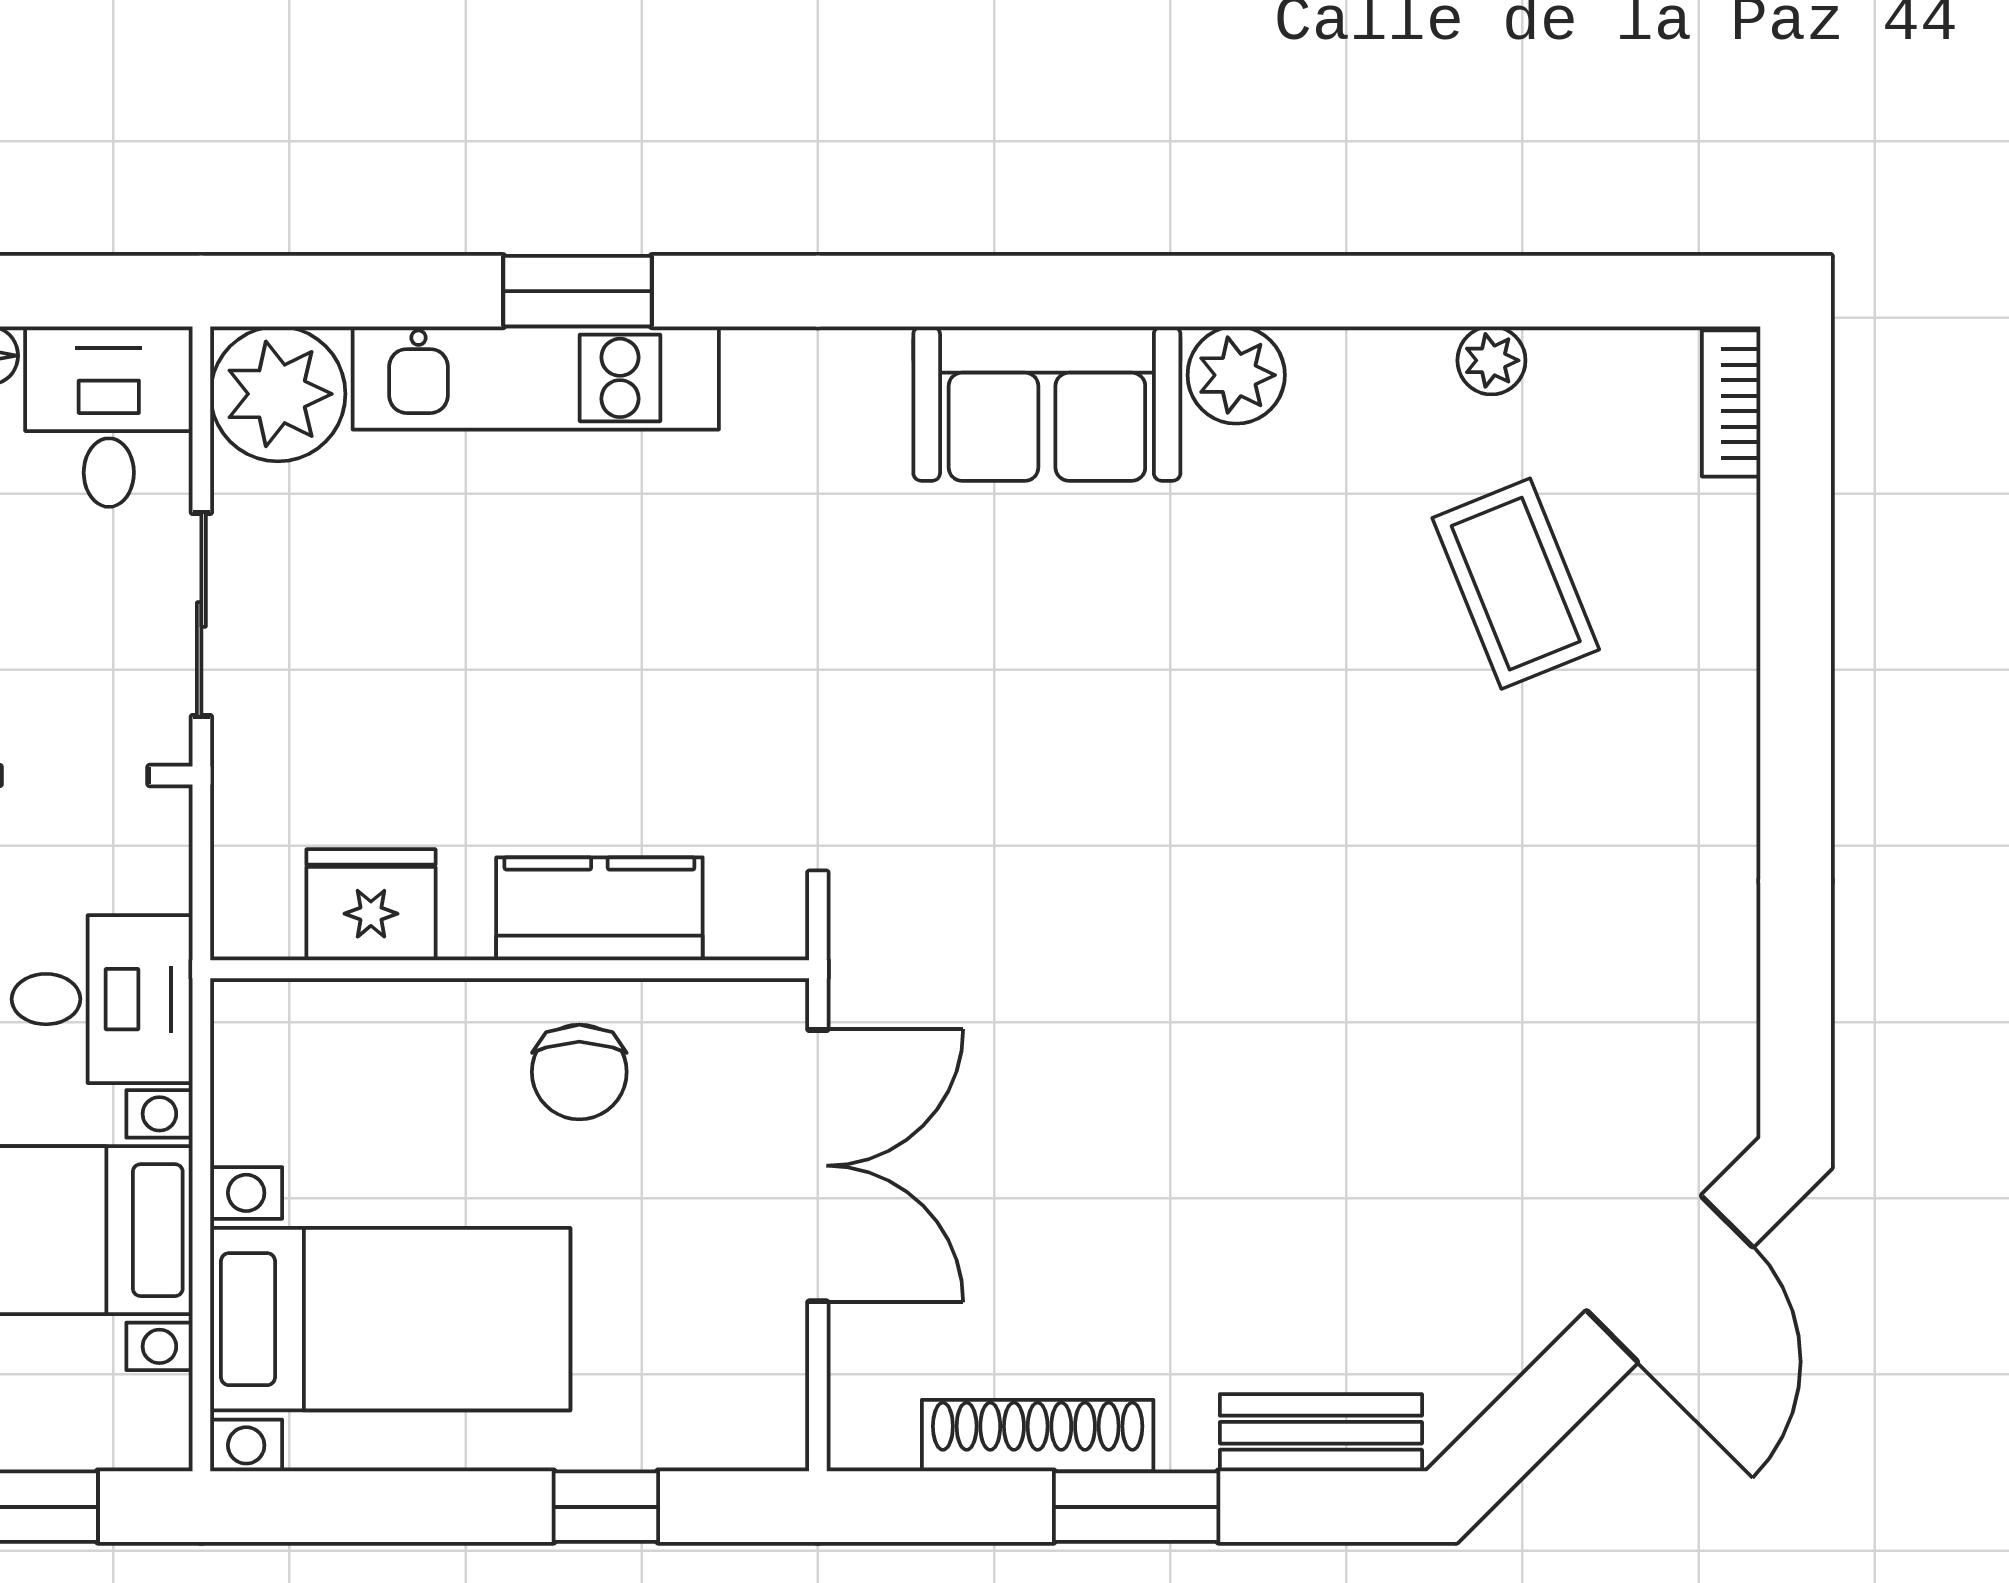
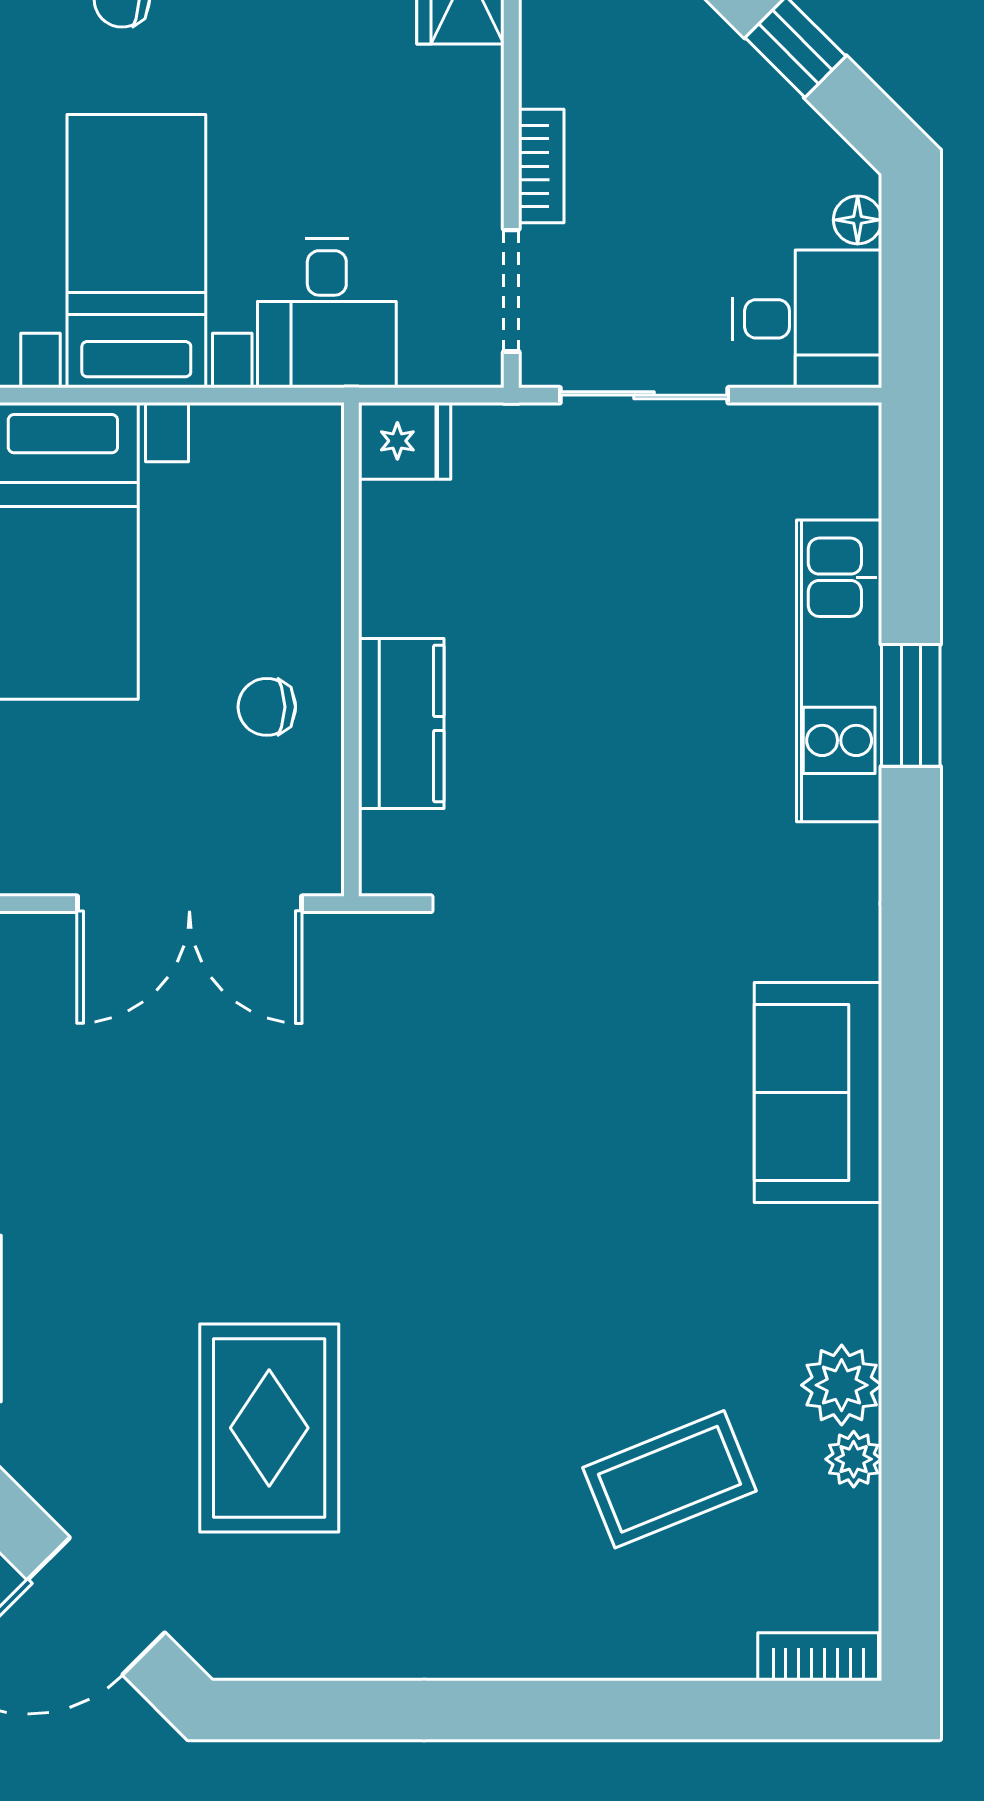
plant: (1236, 375) -> (842, 1385), moved
plant: (278, 394) -> (826, 458), removed
fridge: (371, 905) -> (405, 441), moved, width x0.72
rug: (1454, 1069) -> (269, 1428), added
chair: (579, 1072) -> (267, 707), width x0.73, depth x0.73

